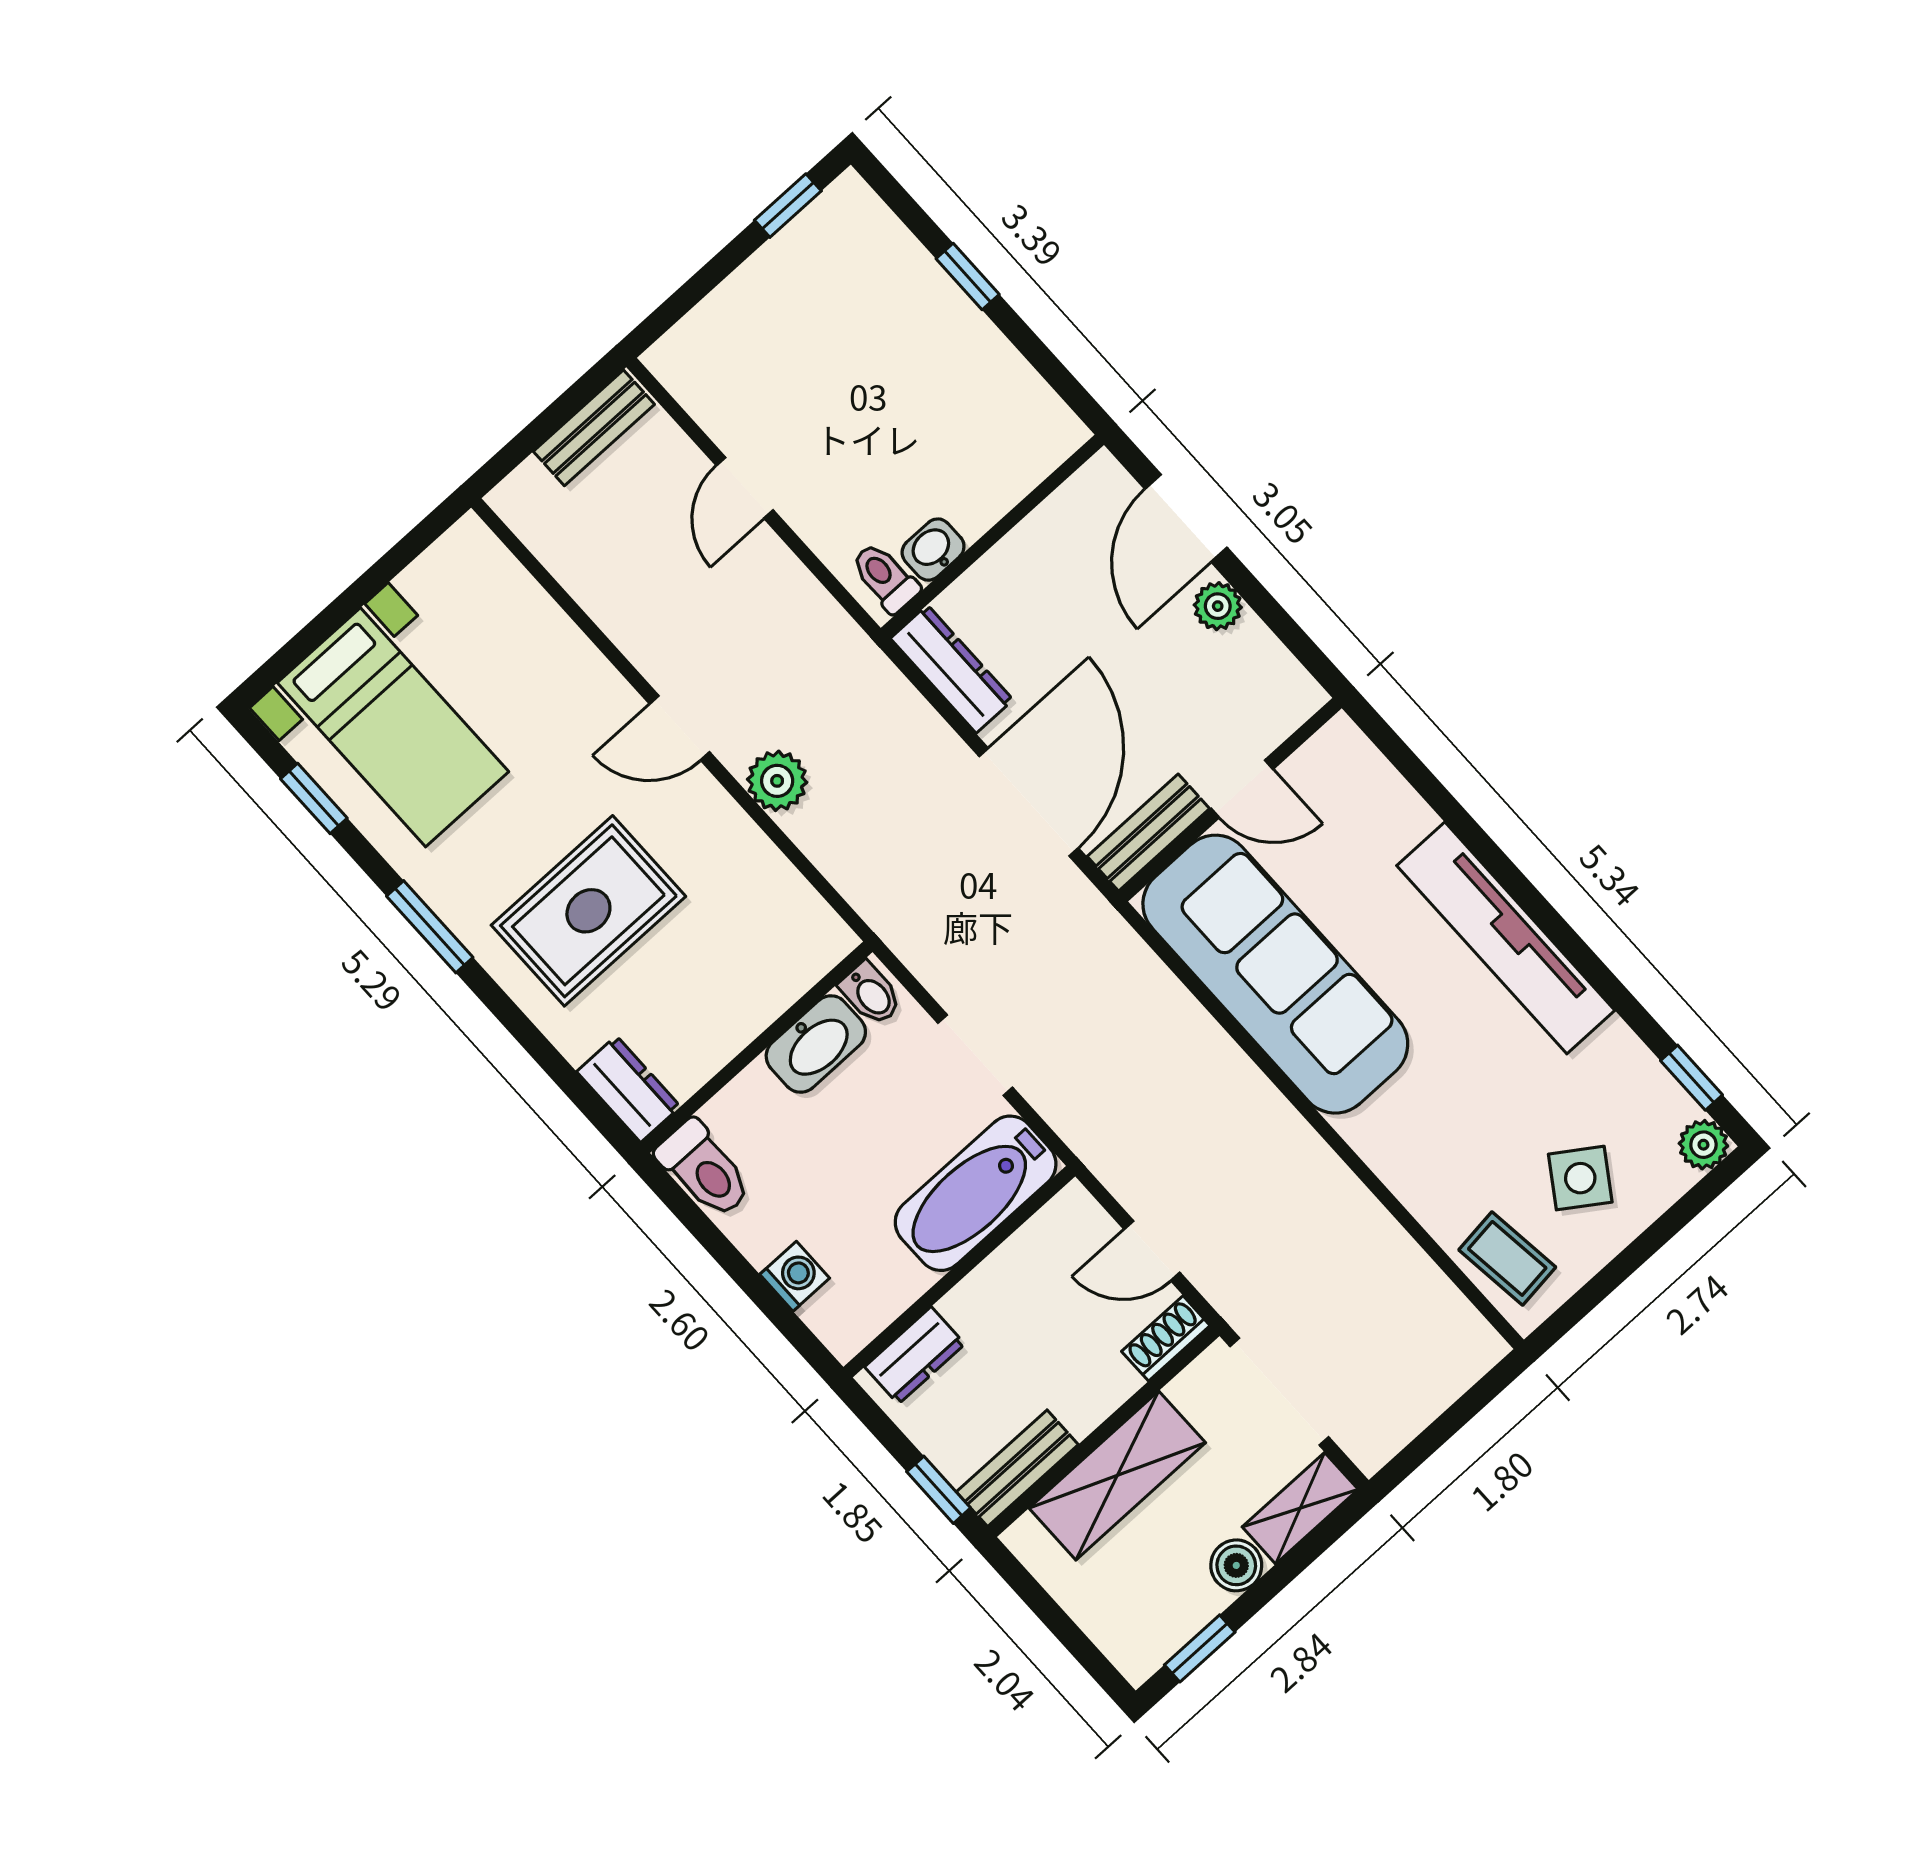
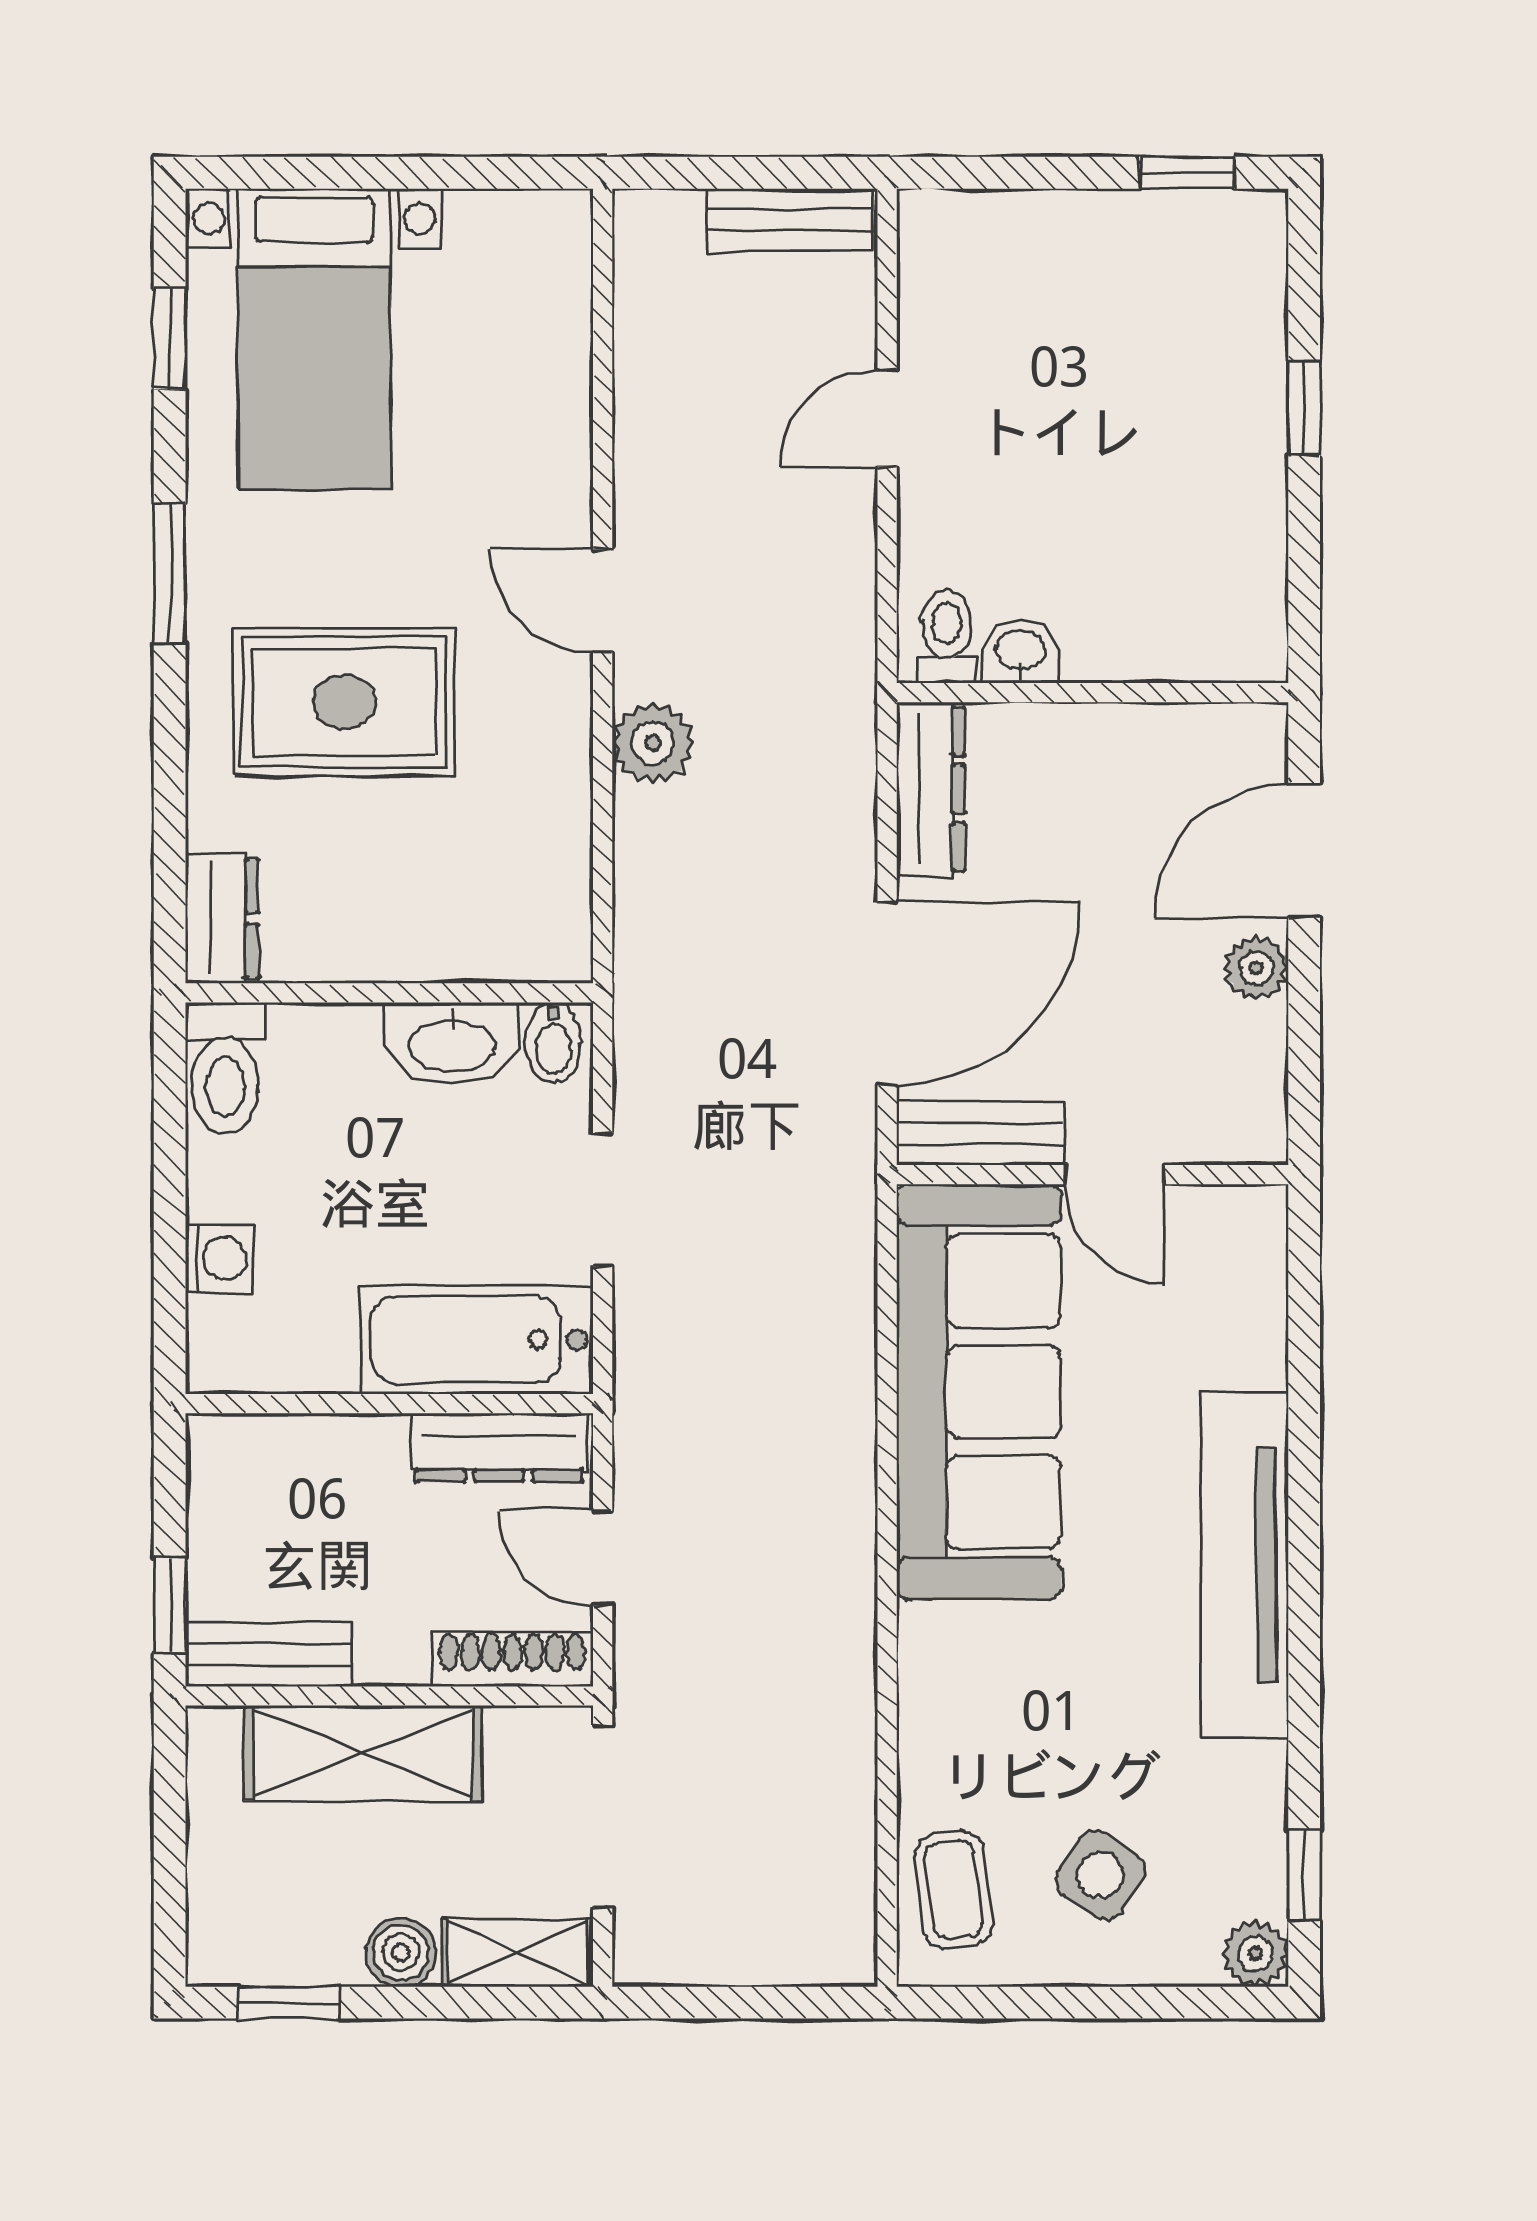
shoe rack: (1166, 1338) -> (513, 1659), width x1.43
dresser: (915, 1355) -> (499, 1448), moved, width x1.44

